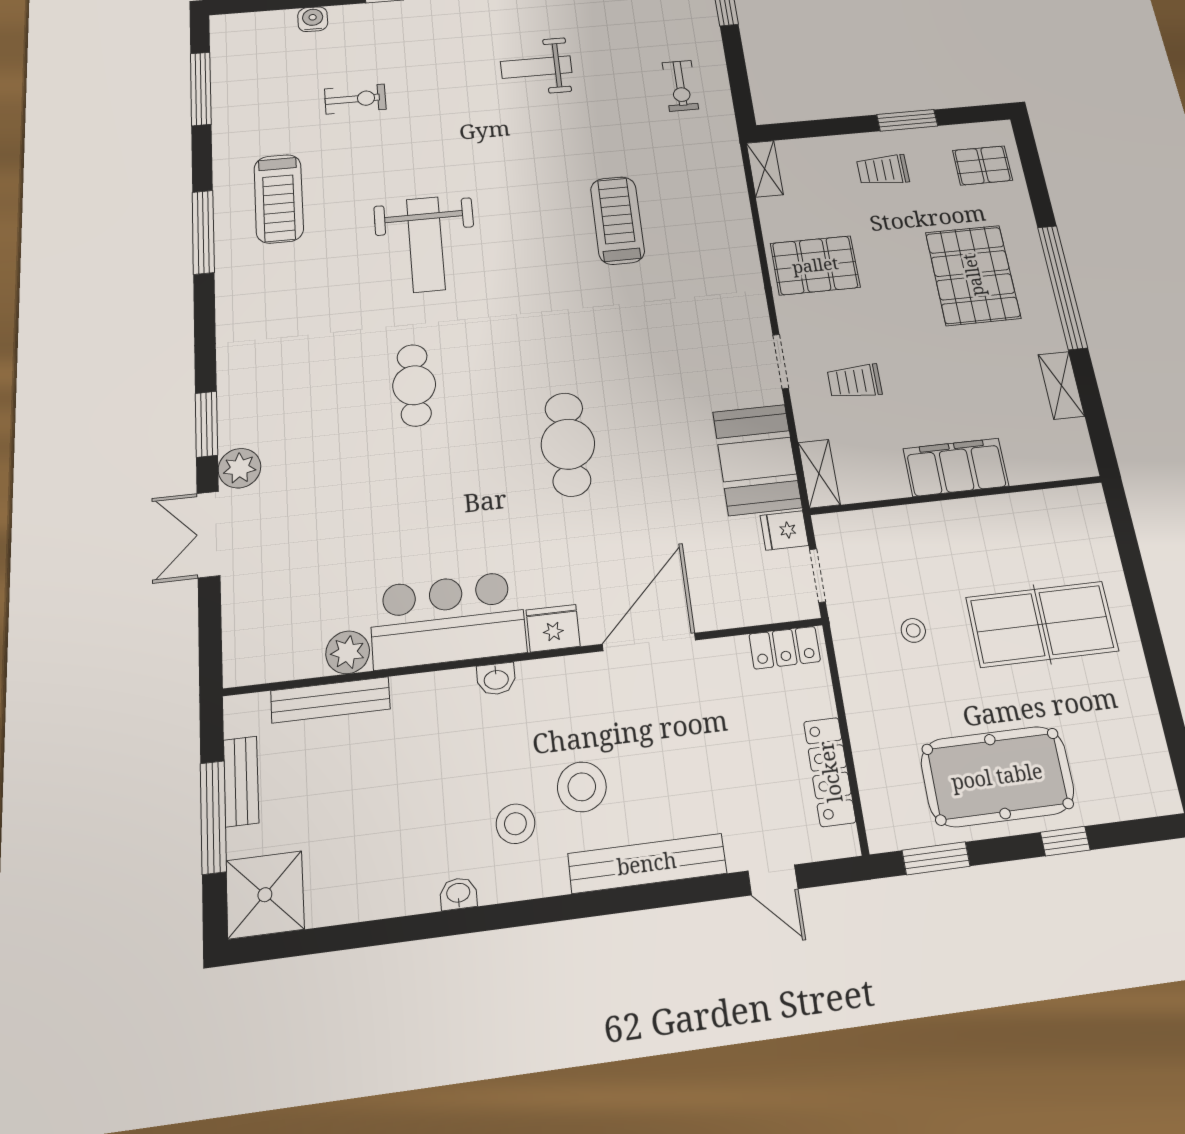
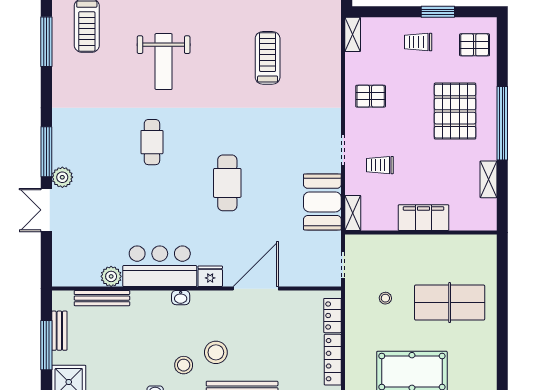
pallet: (815, 265) -> (371, 96), width x0.67, depth x0.71
window: (206, 424) -> (46, 152), width x1.44
fridge: (784, 530) -> (330, 241), removed
locker: (785, 648) -> (333, 316), moved, turned 90

